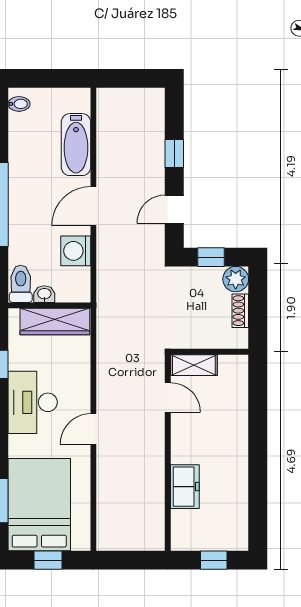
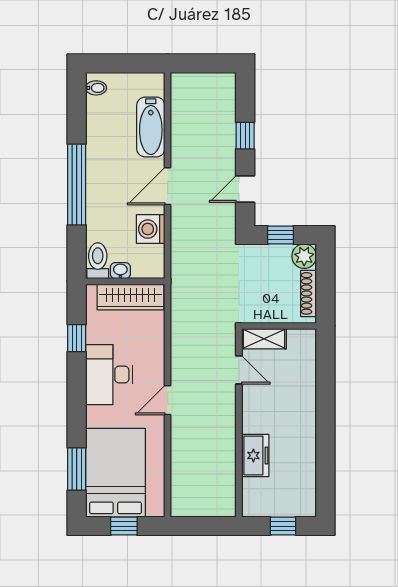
shoe rack: (240, 311) -> (309, 293), width x1.43

